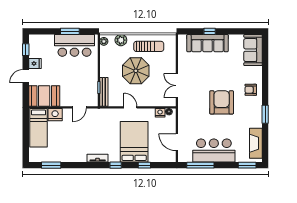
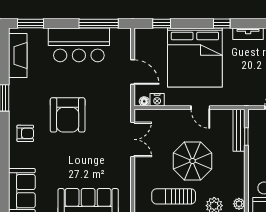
bed: (134, 142) -> (195, 58), width x1.36
door: (177, 142) -> (133, 72), moved
window: (144, 165) -> (162, 24), moved

